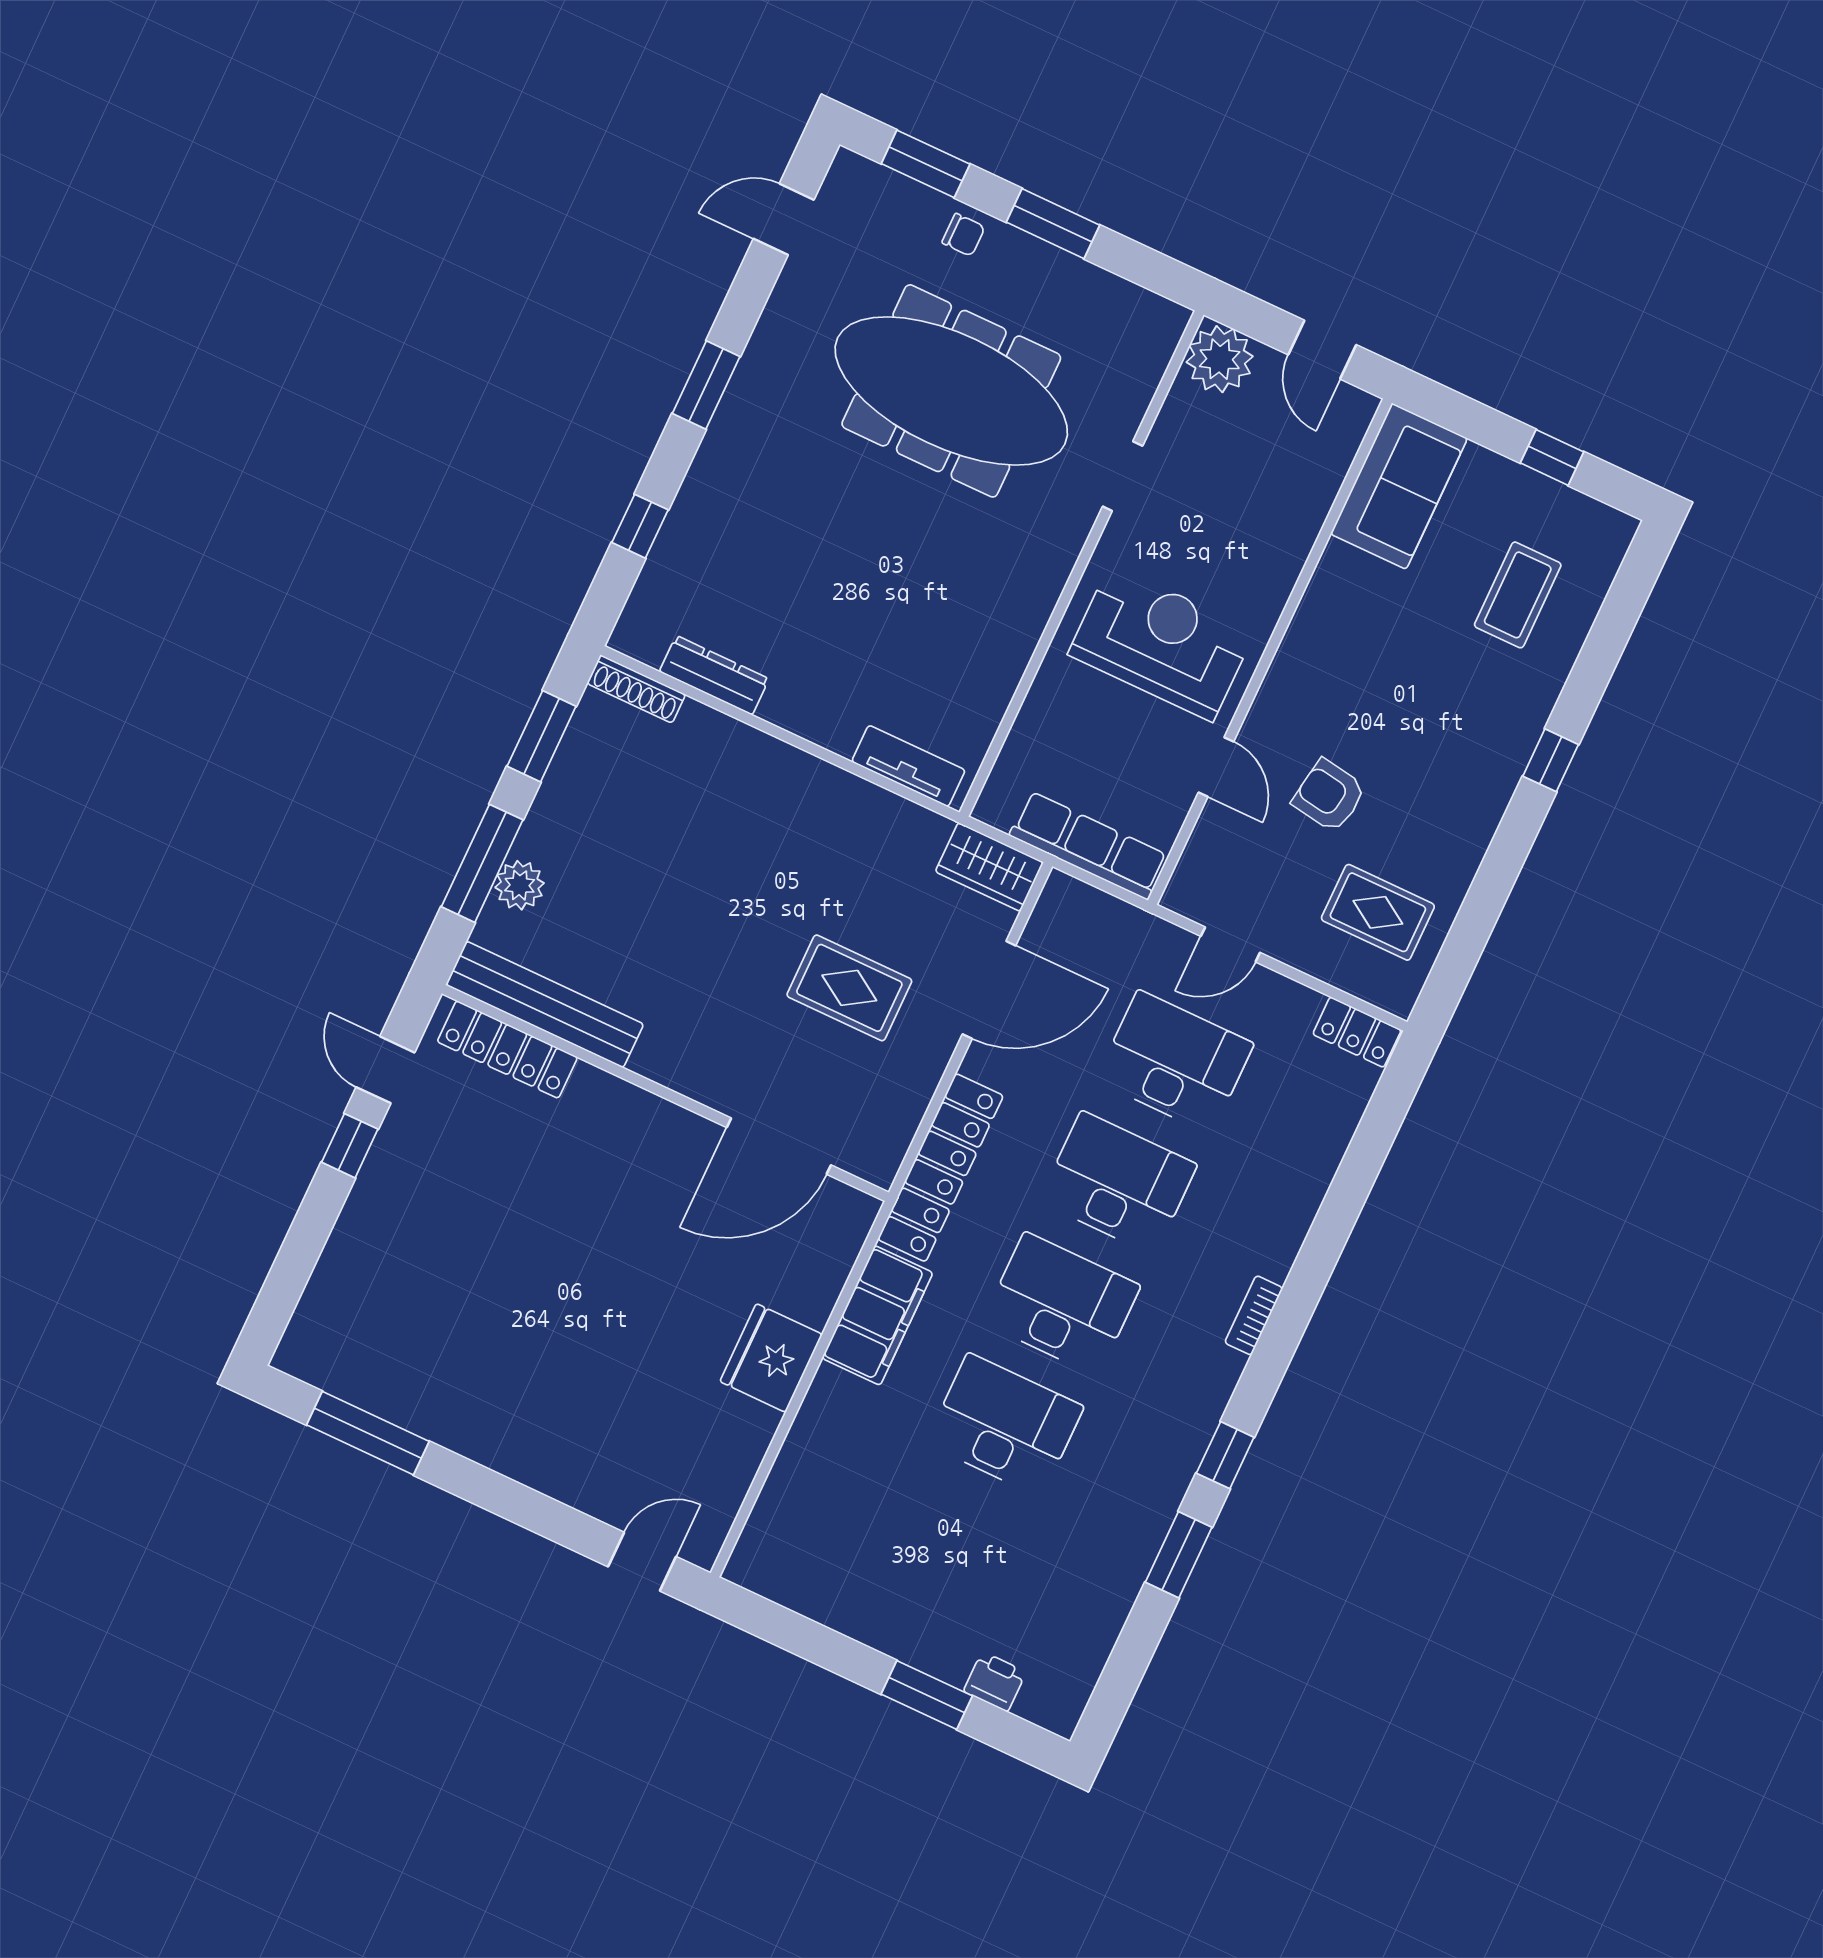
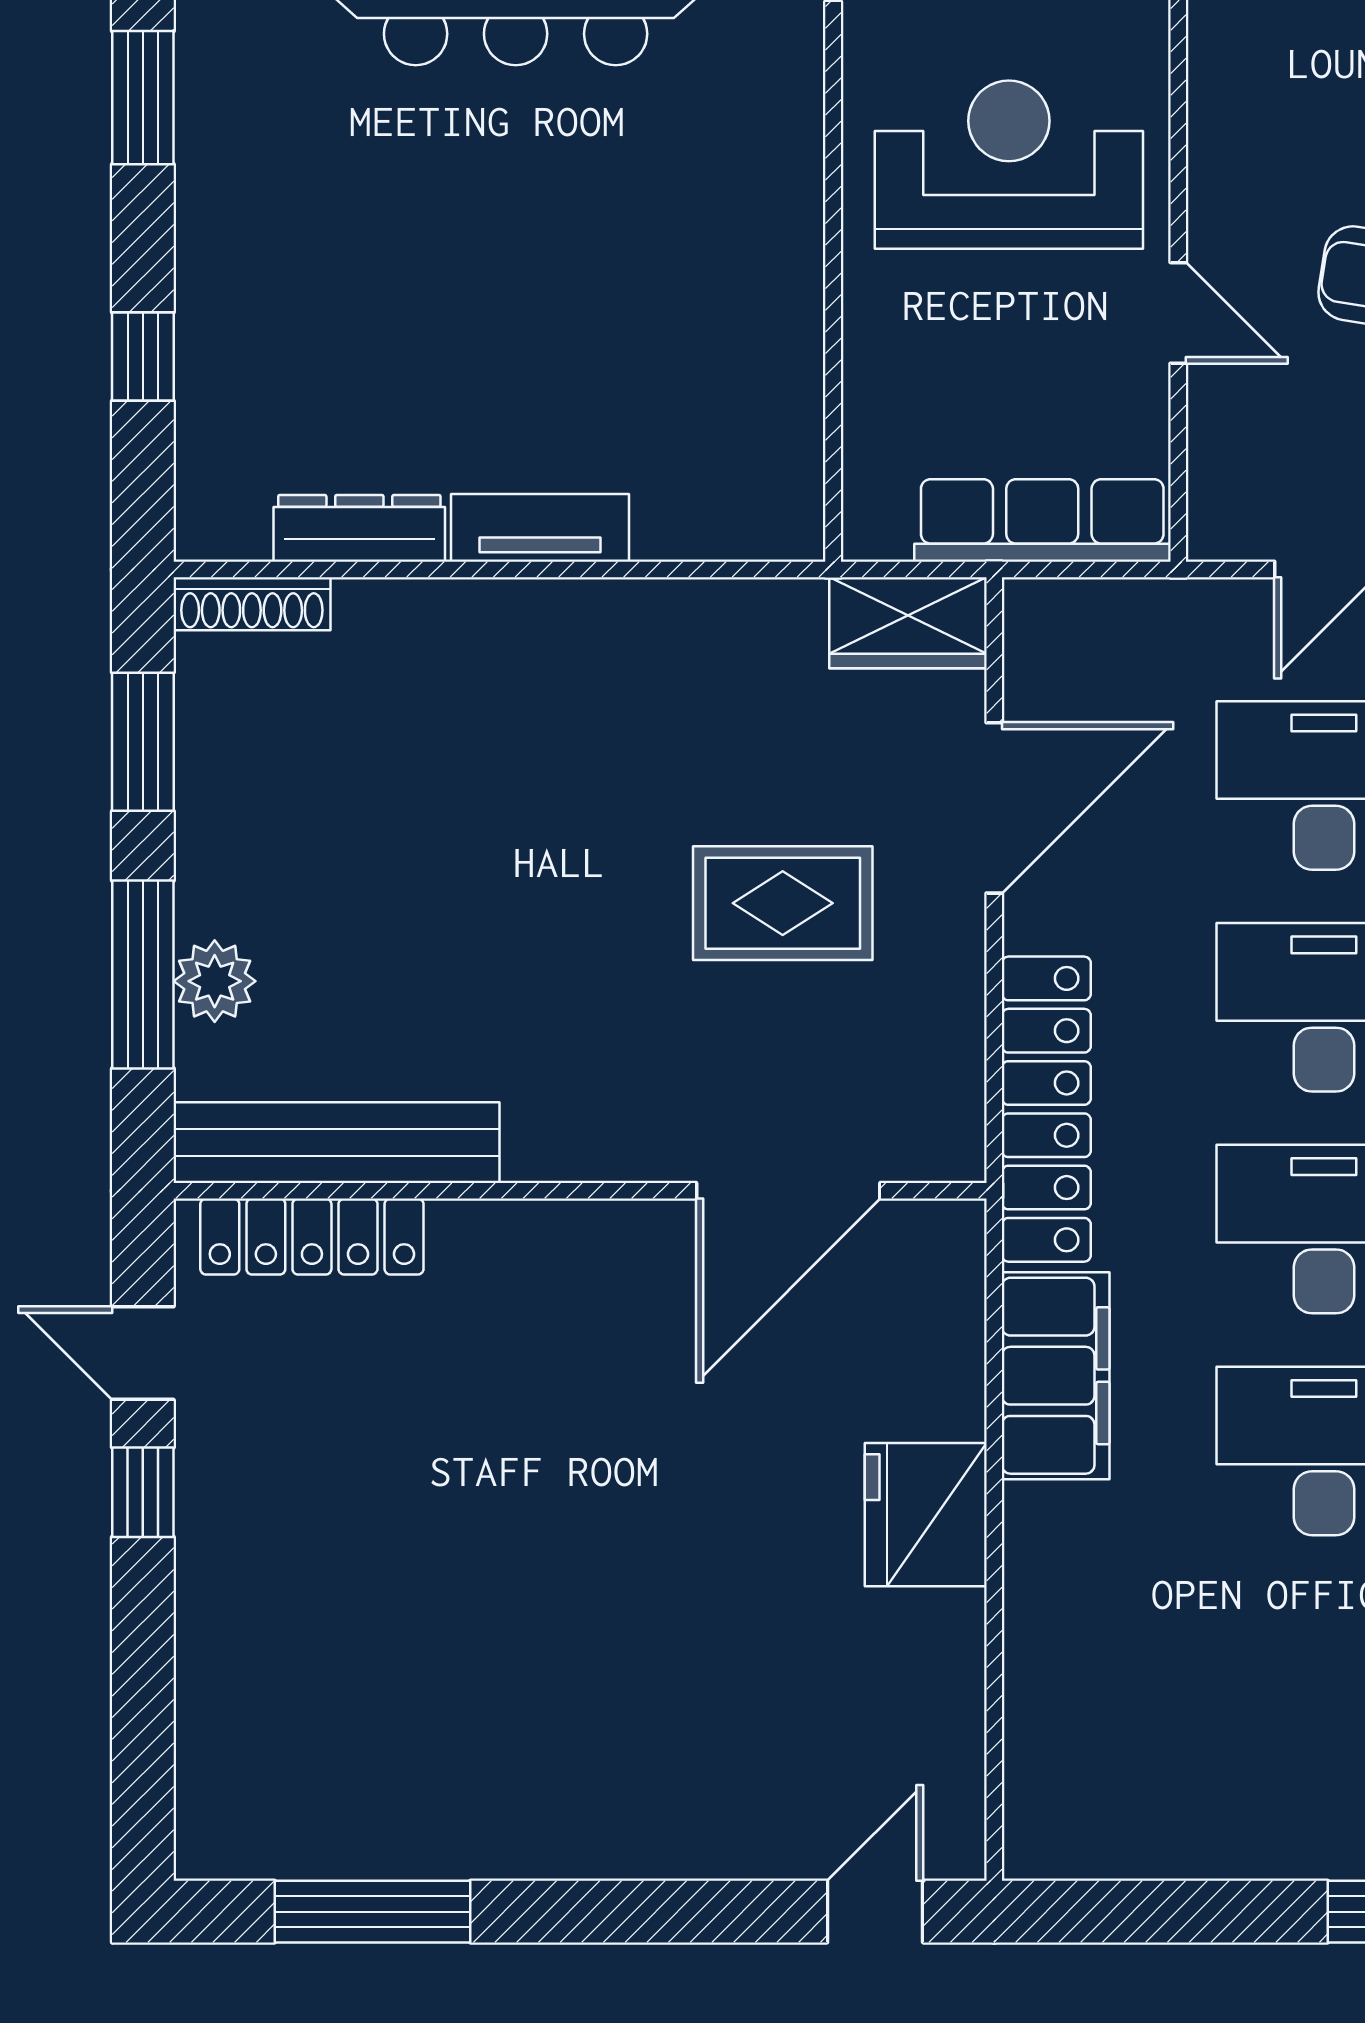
tv unit: (908, 766) -> (540, 528), moved

